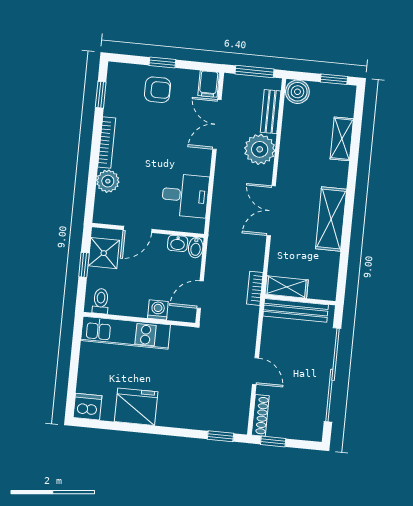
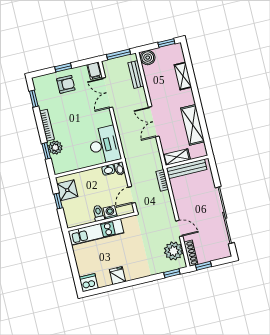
plant: (260, 149) -> (174, 251), moved
window: (92, 182) -> (46, 151), added
desk: (185, 195) -> (104, 145), width x1.37
double door: (271, 211) -> (154, 122), moved
door: (138, 229) -> (82, 170), removed
shelving: (287, 287) -> (177, 157), moved
wall: (300, 300) -> (187, 162), moved
toilet: (101, 301) -> (98, 213), moved
bench: (296, 310) -> (187, 169), moved
fridge: (136, 407) -> (118, 276), width x0.53, depth x0.75

